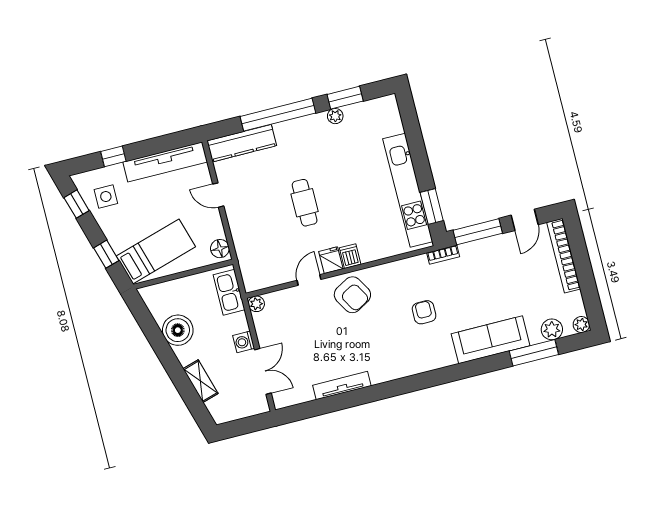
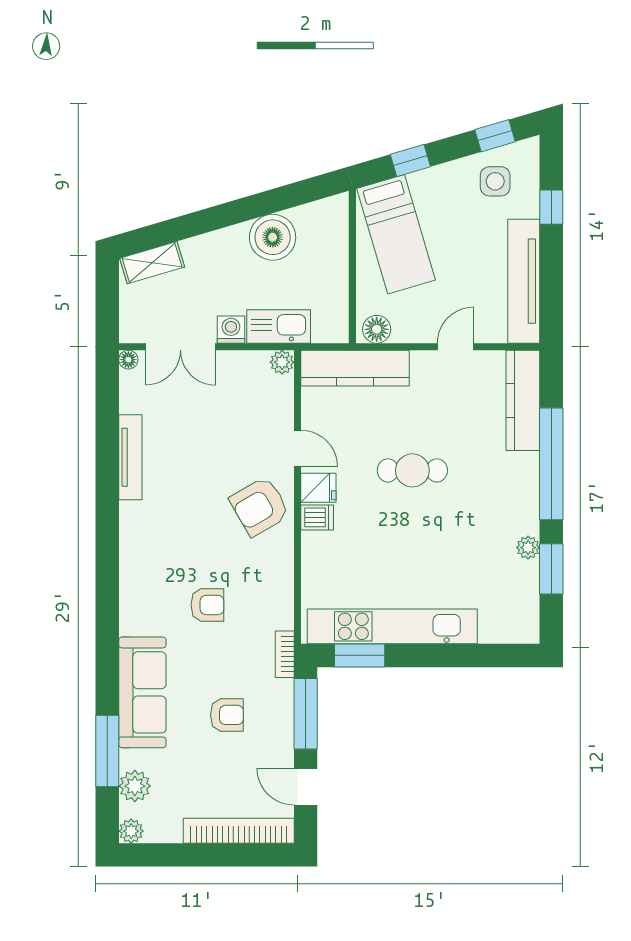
kitchen counter: (248, 256) -> (355, 368), added
armchair: (491, 282) -> (227, 715), added
kitchen sink: (229, 292) -> (279, 326), moved
shelving: (201, 381) -> (152, 263), moved
floor lamp: (280, 403) -> (128, 360), added

